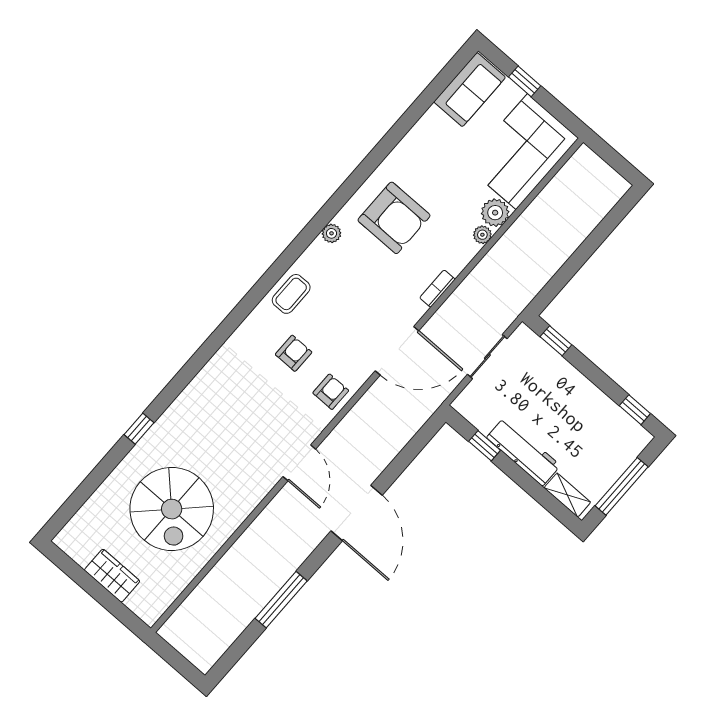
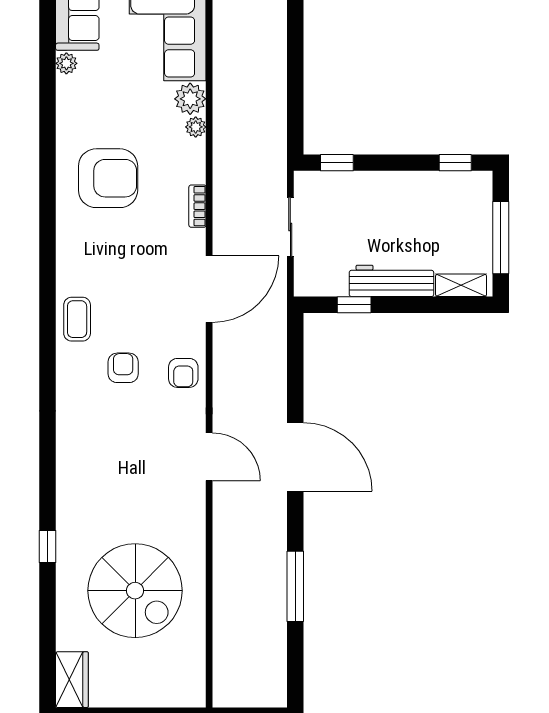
plant: (331, 233) -> (66, 63), moved
armchair: (331, 392) -> (183, 373), turned 180
wardrobe: (112, 576) -> (72, 680), moved, turned 90

